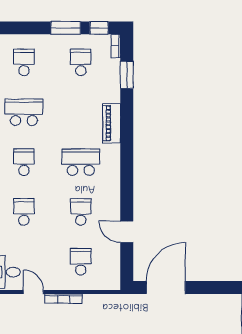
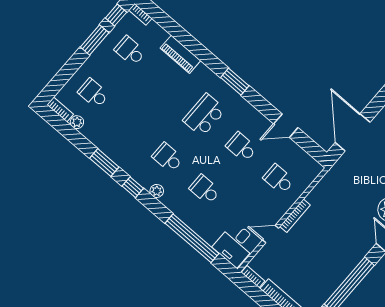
window: (127, 75) -> (235, 82), moved
school desk: (24, 112) -> (131, 125), removed
piano: (112, 123) -> (180, 54), moved

